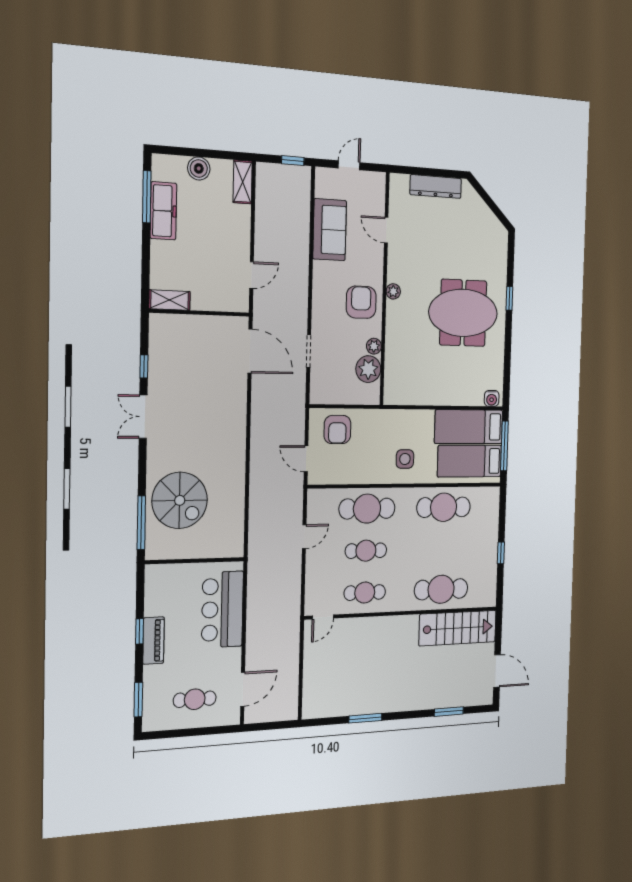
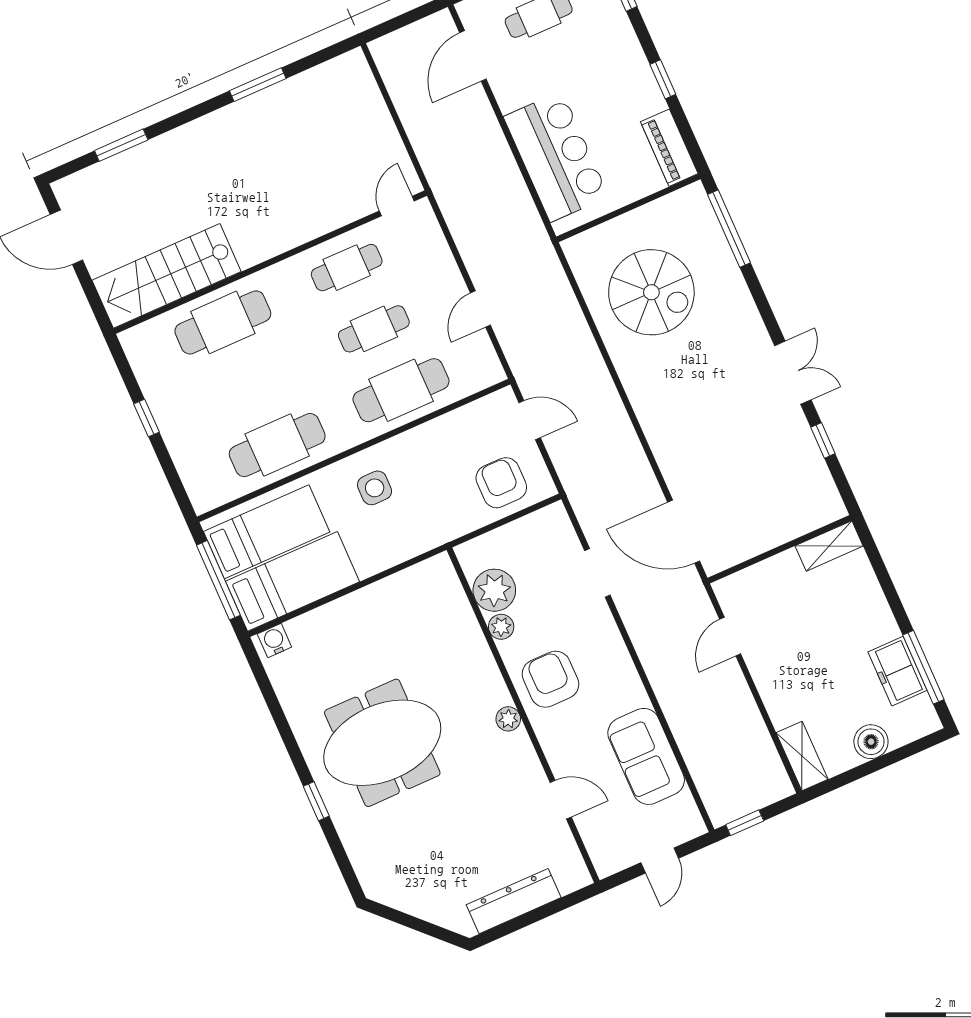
freezer: (163, 211) -> (897, 671), width x0.71
armchair: (361, 302) -> (550, 679), turned 180
spiral stairs: (180, 500) -> (651, 292), moved, turned 180
piano: (154, 641) -> (669, 148), moved

